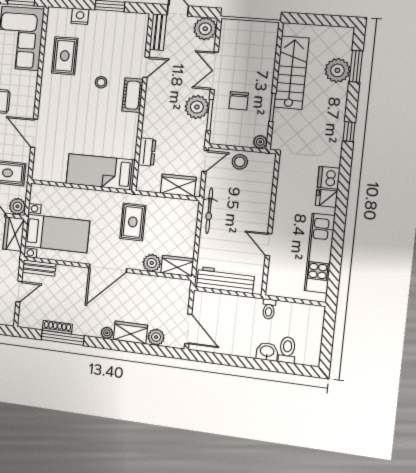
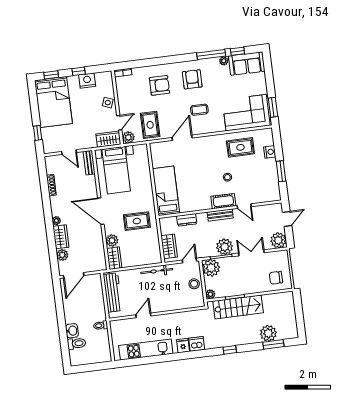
bench: (158, 32) -> (220, 215), moved
stairs: (292, 73) -> (238, 307), moved
chair: (239, 101) -> (276, 278), moved
plant: (222, 133) -> (211, 268), added
door: (205, 161) -> (190, 261), swing flipped
window: (63, 338) -> (45, 191), removed

